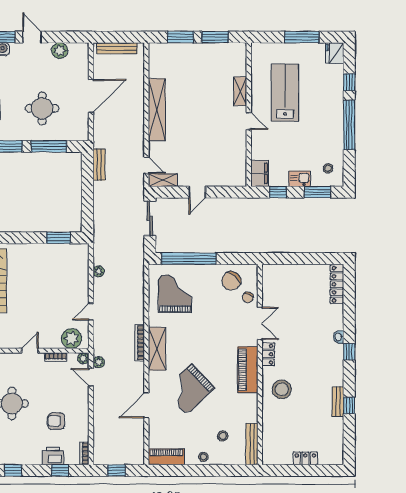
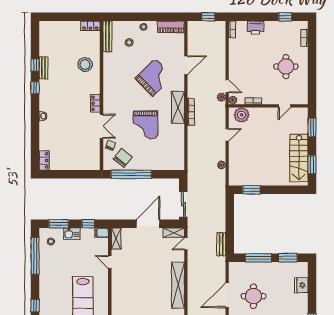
shelving: (240, 91) -> (116, 239), moved
round table: (42, 108) -> (253, 296), moved
door: (249, 121) -> (110, 262), moved
window: (349, 125) -> (35, 256), moved
door: (146, 165) -> (186, 244), hinge flipped
filing cabinet: (260, 173) -> (102, 233), width x0.50
door: (197, 192) -> (148, 224), width x1.88
window: (189, 259) -> (131, 174), moved
locker: (337, 284) -> (44, 160), width x0.66
grand piano: (175, 294) -> (145, 125), moved
double door: (260, 323) -> (102, 126), swing flipped
door: (30, 351) -> (285, 106), moved
window: (349, 352) -> (35, 88), moved
piano: (248, 370) -> (111, 92), removed
stool: (282, 389) -> (85, 64), moved
armchair: (56, 421) -> (253, 54), removed
locker: (305, 458) -> (90, 26), moved
window: (60, 470) -> (250, 17), removed

